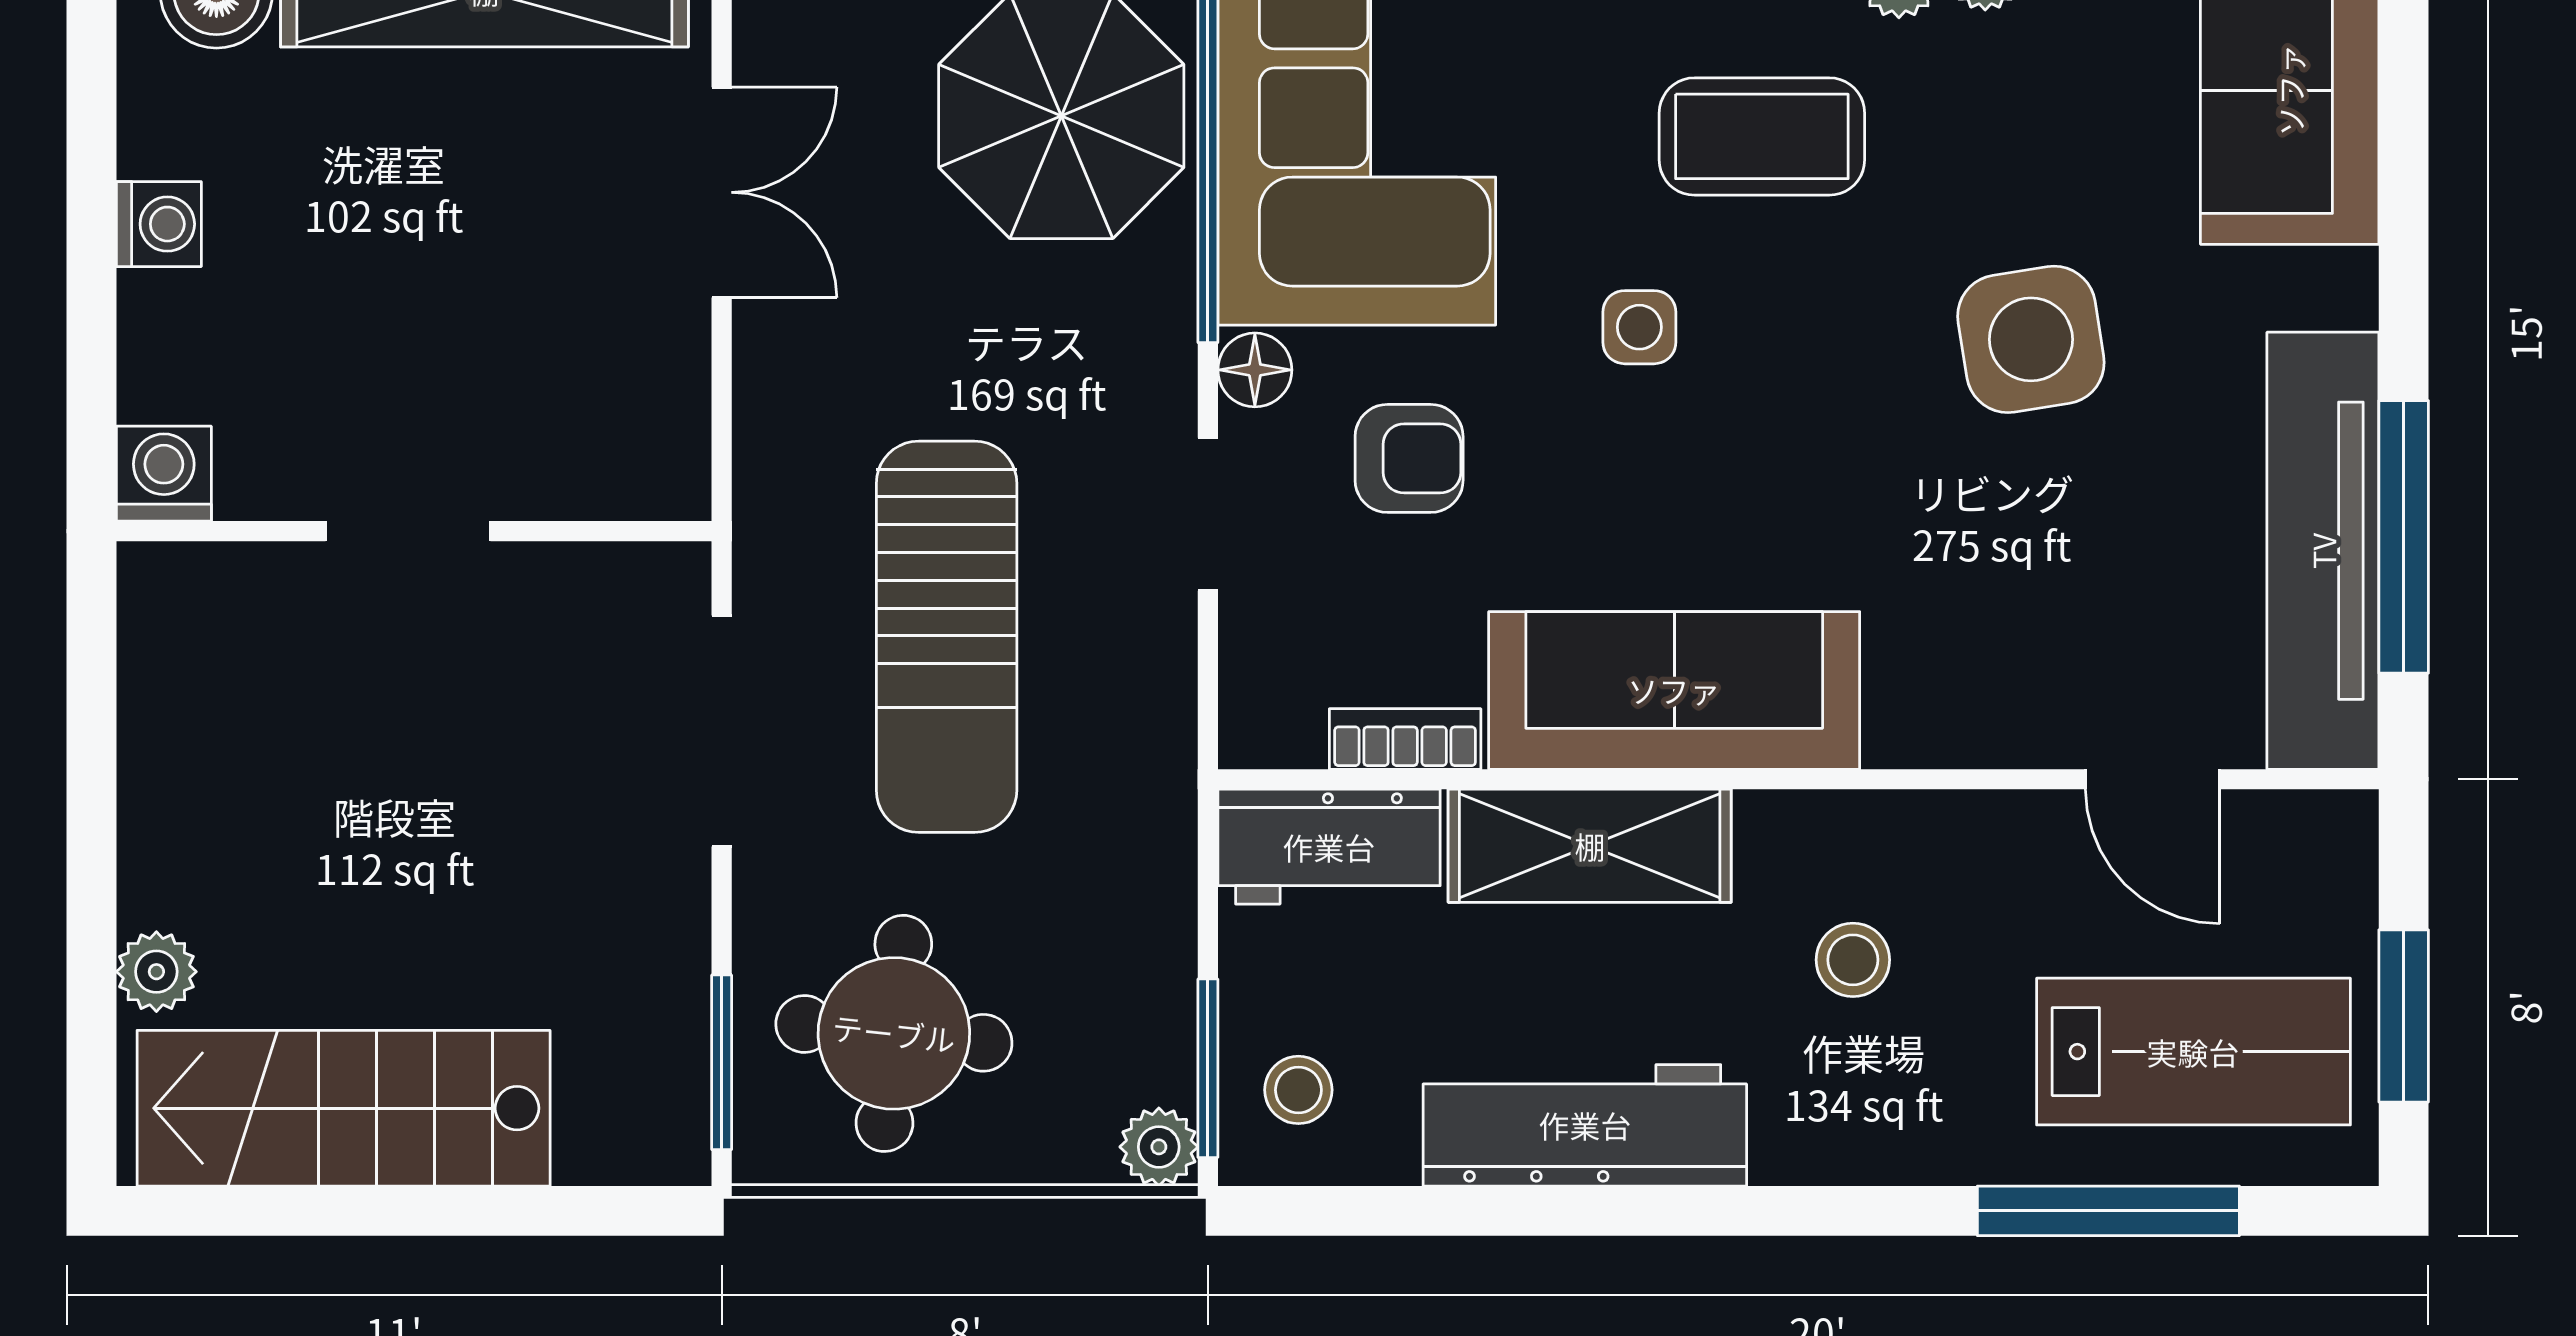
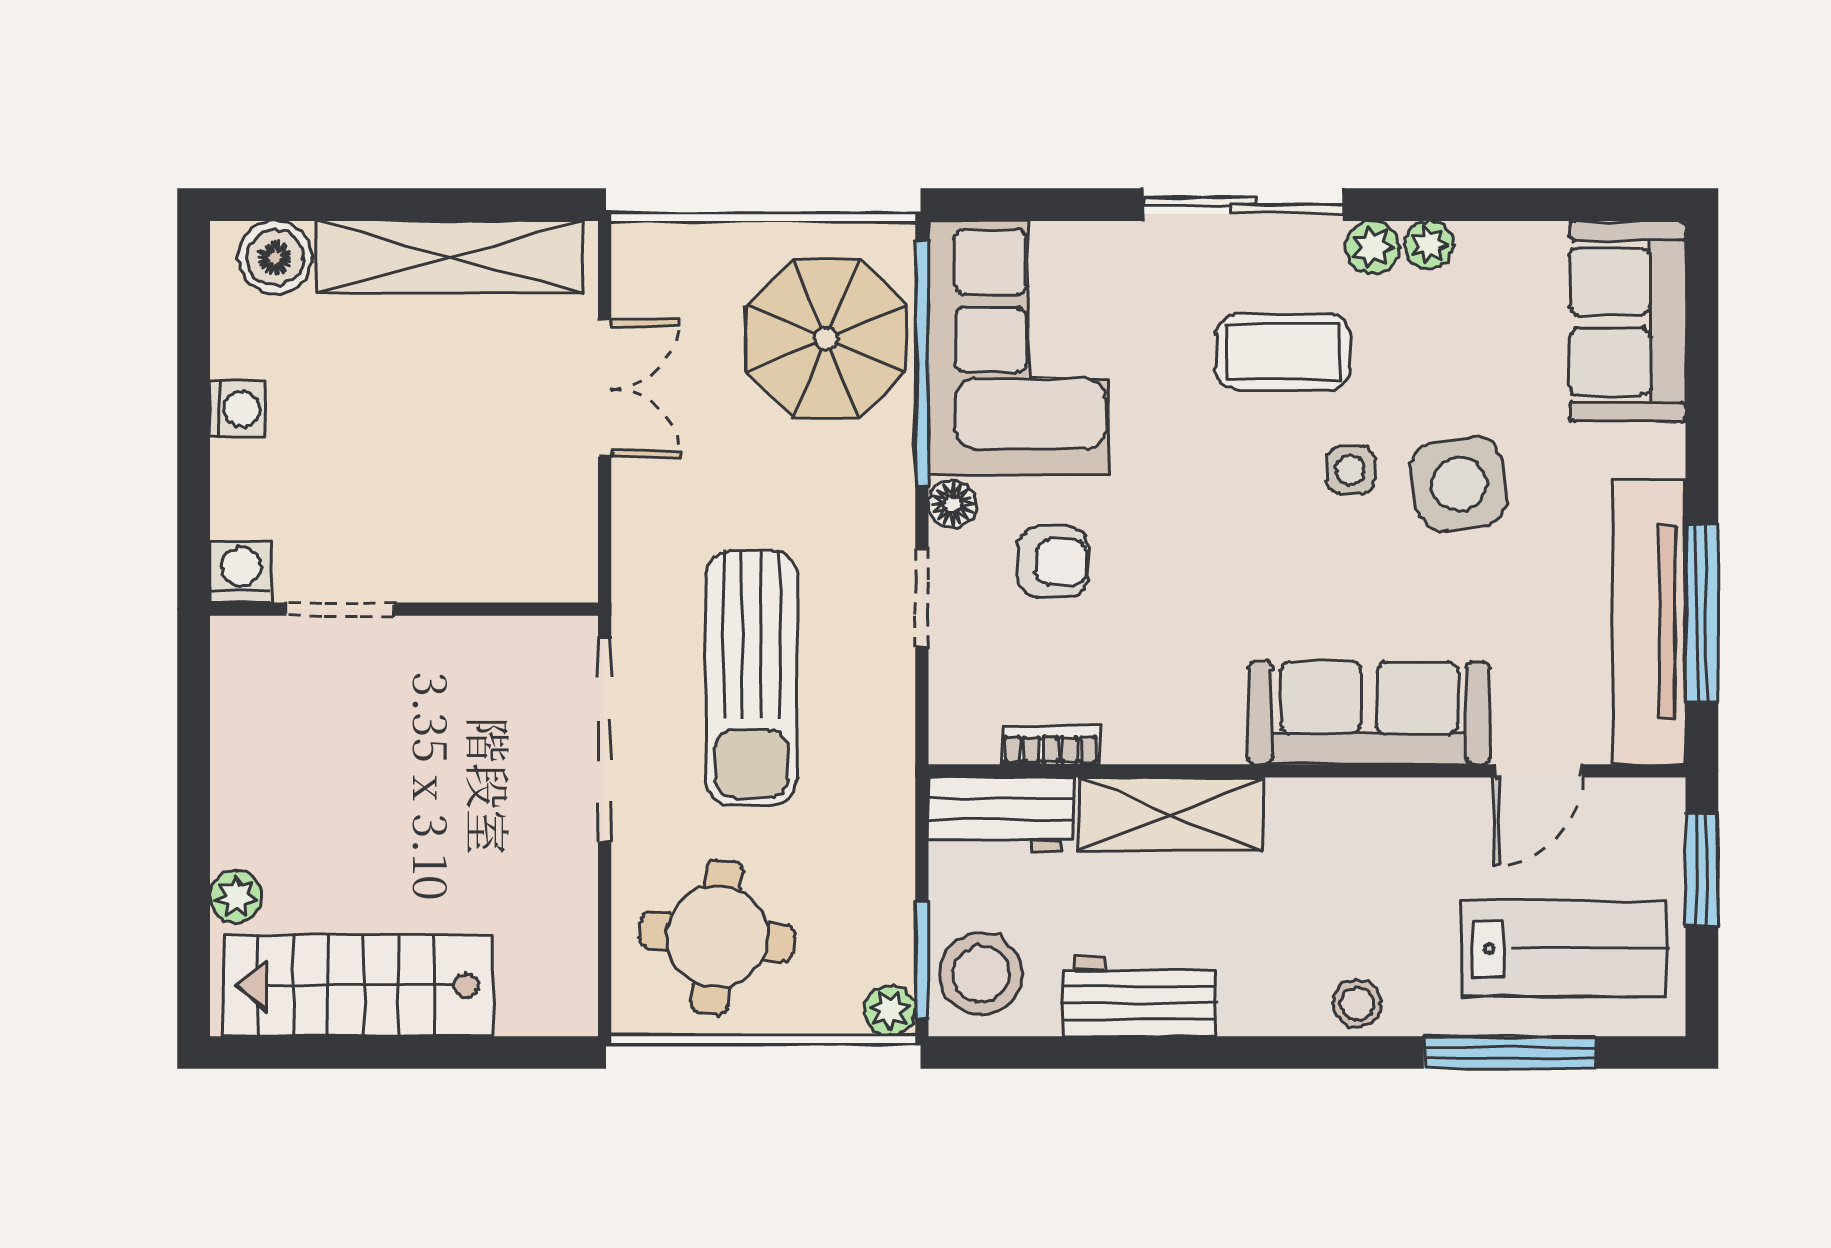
side table: (1639, 327) -> (1350, 470), moved
doorway: (408, 531) -> (340, 609), moved
sofa: (1674, 690) -> (1369, 713), moved
doorway: (722, 731) -> (605, 740), width x1.36
door: (2153, 779) -> (1538, 771), hinge flipped
stool: (1853, 960) -> (1357, 1003), moved
window: (2404, 1016) -> (1702, 870), moved
window: (722, 1062) -> (605, 956), removed
stool: (1298, 1090) -> (981, 974), width x1.89, depth x1.89
workbench: (1585, 1125) -> (1139, 997), width x0.73

